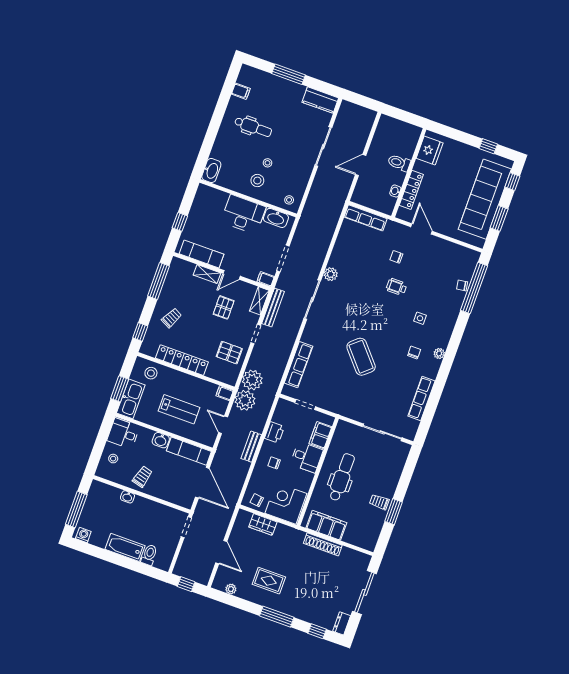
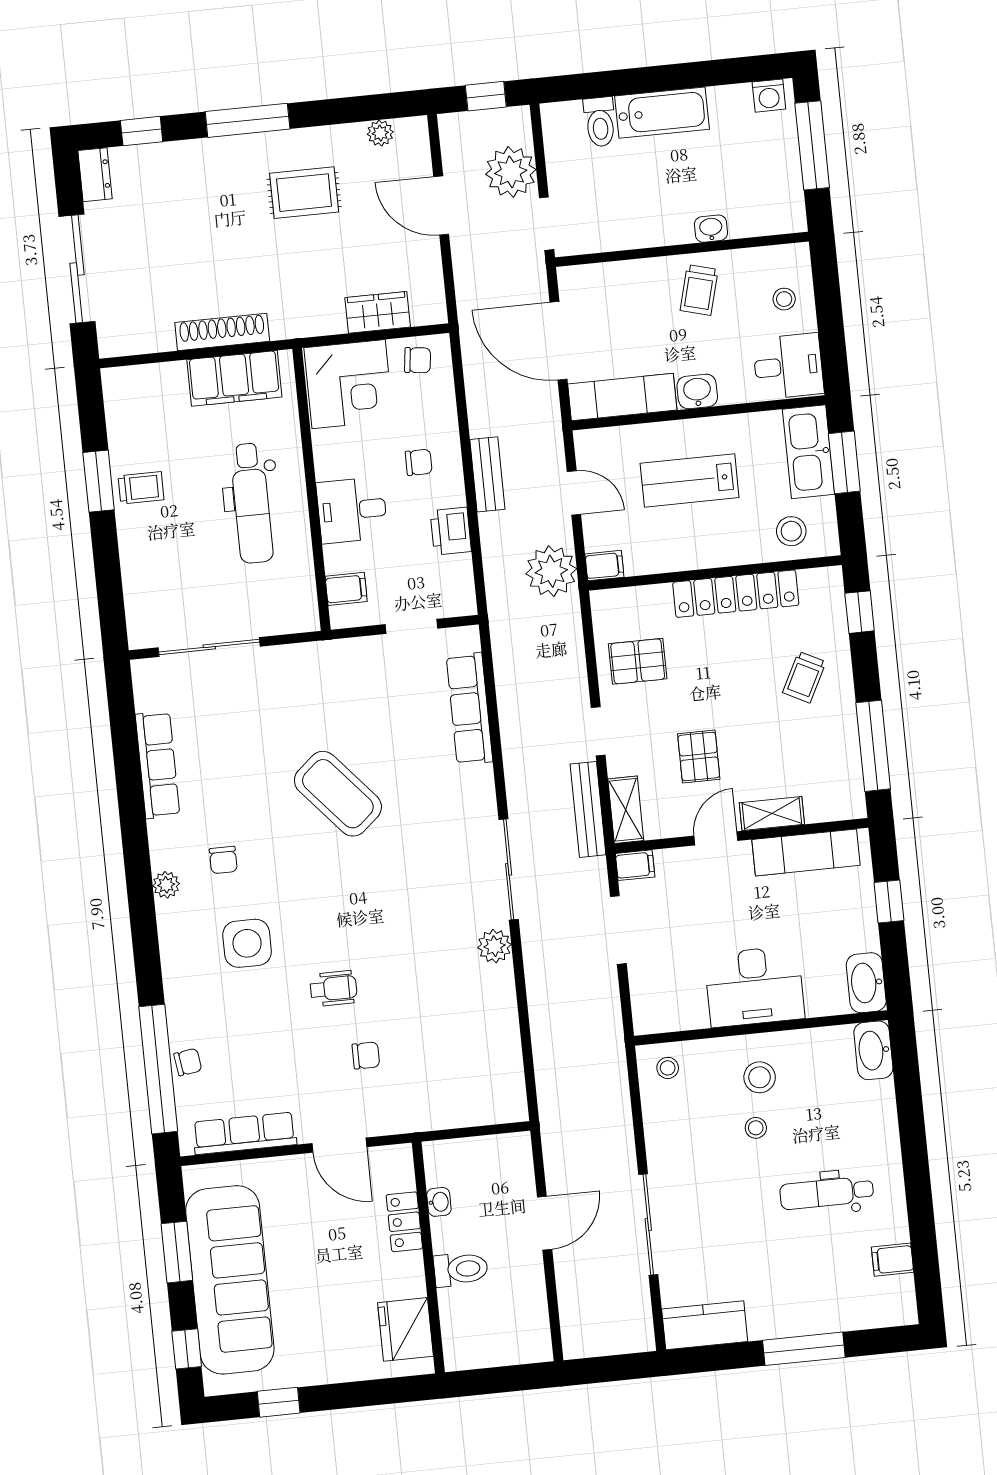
locker: (411, 190) -> (404, 1222), width x0.66
washbasin: (276, 218) -> (866, 983), moved, turned -90
row of seats: (366, 218) -> (245, 1133), moved
side table: (420, 318) -> (247, 943), width x1.87, depth x1.87
plant: (252, 380) -> (511, 172), moved
filing cabinet: (320, 435) -> (346, 589), width x0.50

